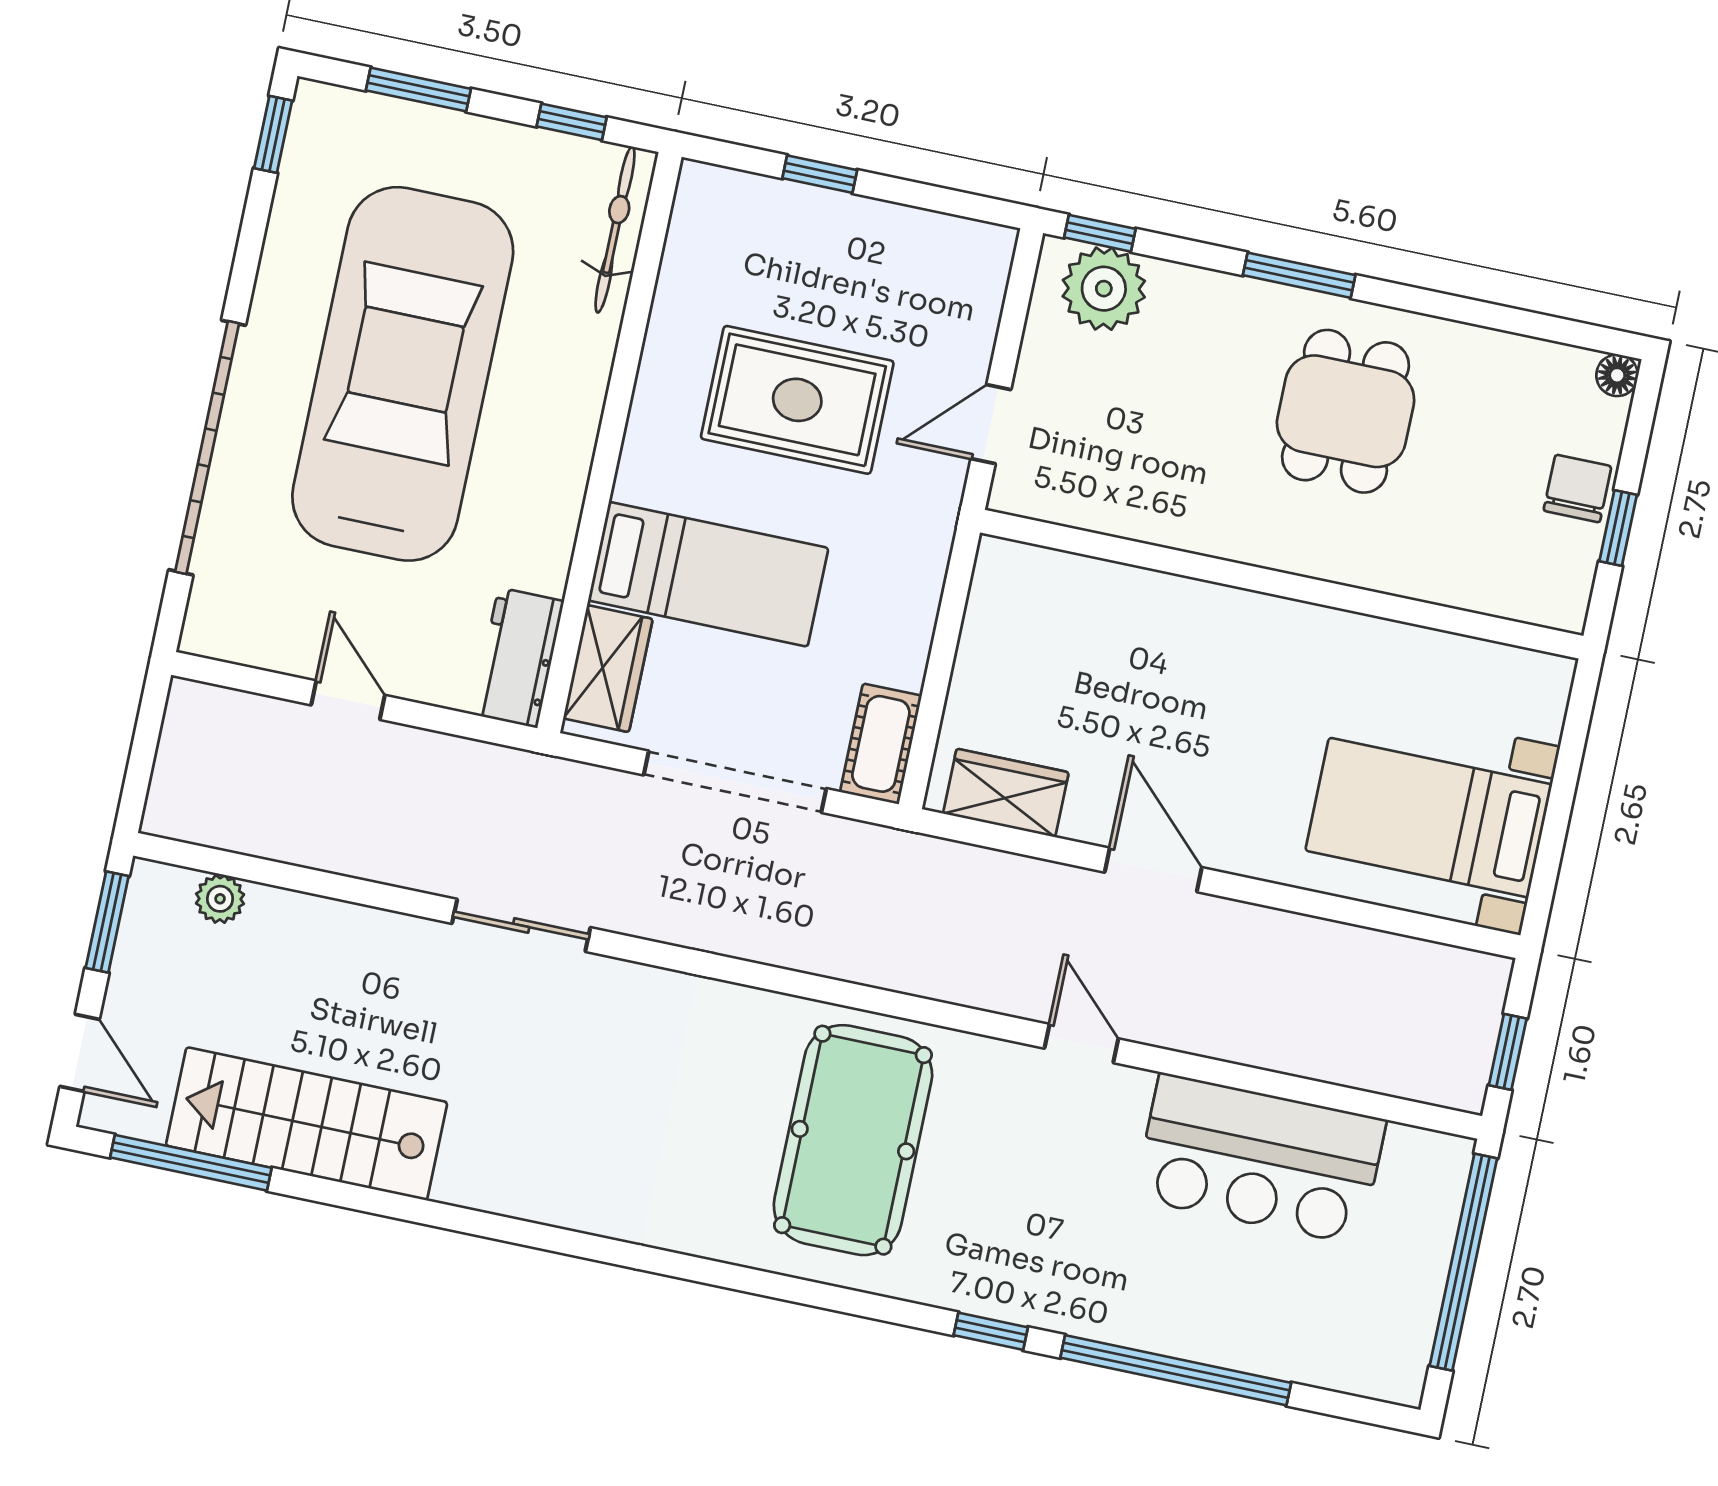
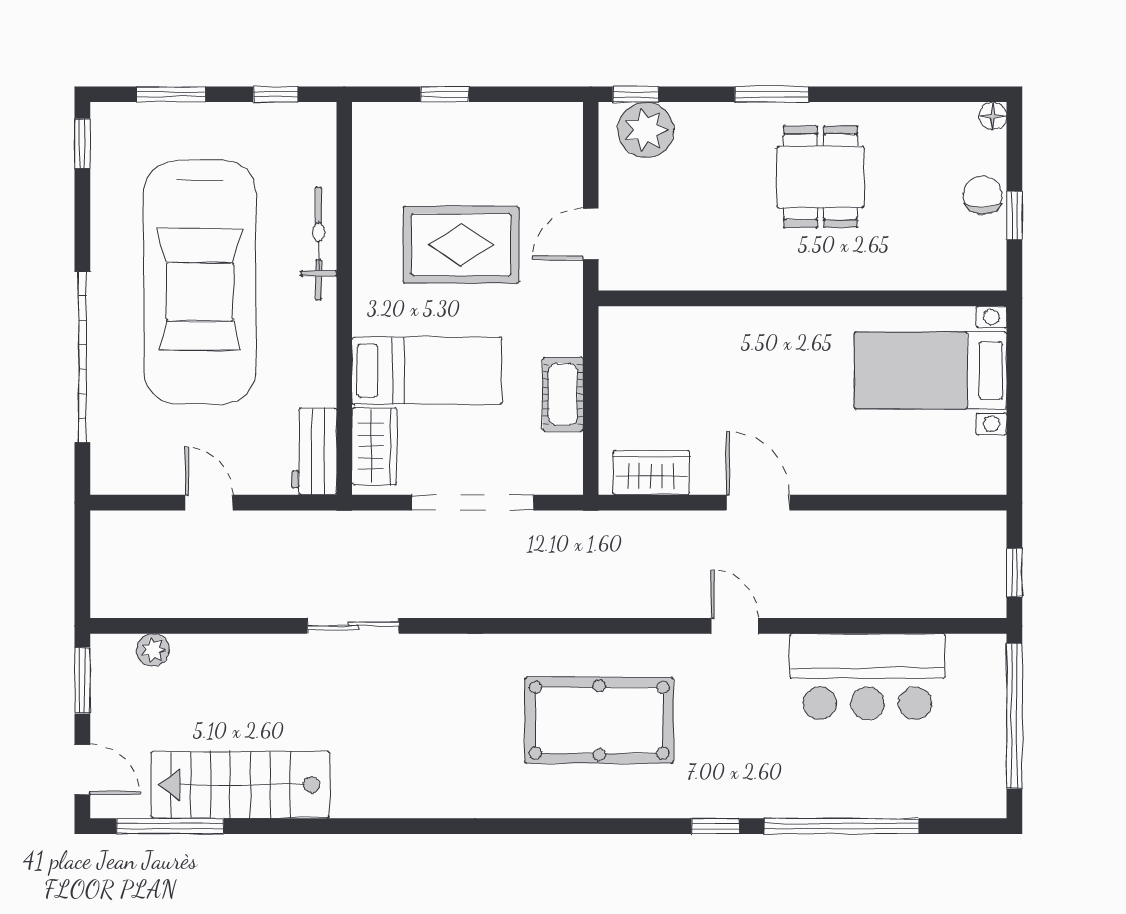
bicycle: (615, 229) -> (319, 244), moved
car: (403, 374) -> (200, 282), turned 180
cot: (881, 744) -> (563, 394), moved
bed with nightstands: (1429, 818) -> (931, 370), moved
pool table: (853, 1140) -> (599, 720), turned 90

